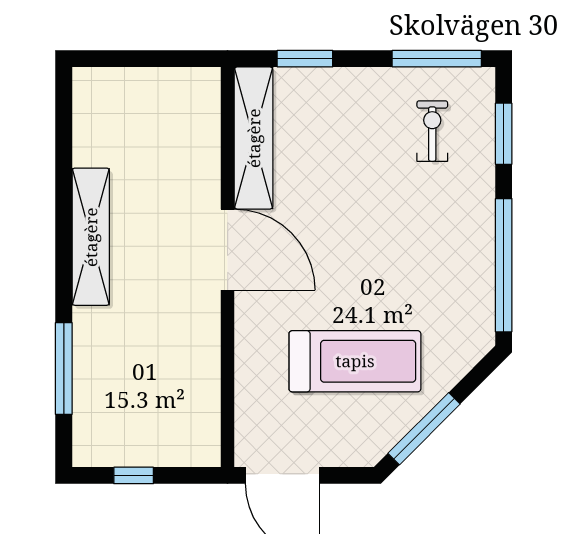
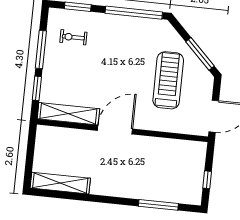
window: (437, 59) -> (41, 50), moved
shelving: (91, 237) -> (60, 183), moved

